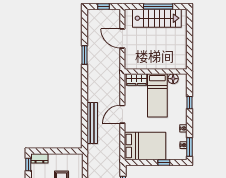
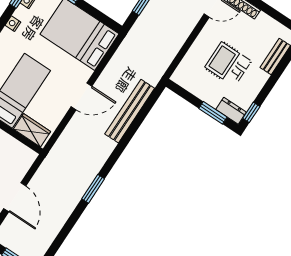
window: (84, 55) -> (93, 189), moved
window: (48, 151) -> (213, 113), added

